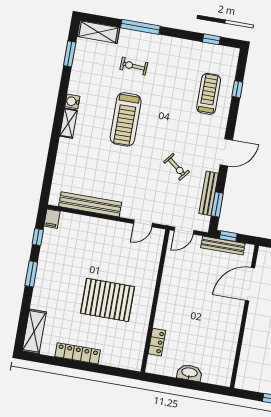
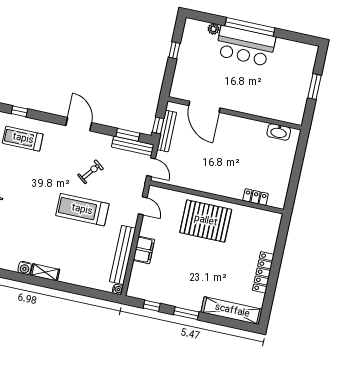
treadmill: (126, 119) -> (82, 210), moved, turned 180
bench: (209, 193) -> (133, 146), moved
water cooler: (54, 201) -> (118, 289), added
filing cabinet: (52, 219) -> (144, 250), moved, width x2.00
pallet: (107, 300) -> (206, 221), moved, turned 90
shelving: (34, 331) -> (232, 311), width x1.47
washbasin: (189, 373) -> (279, 132), moved, turned -90

